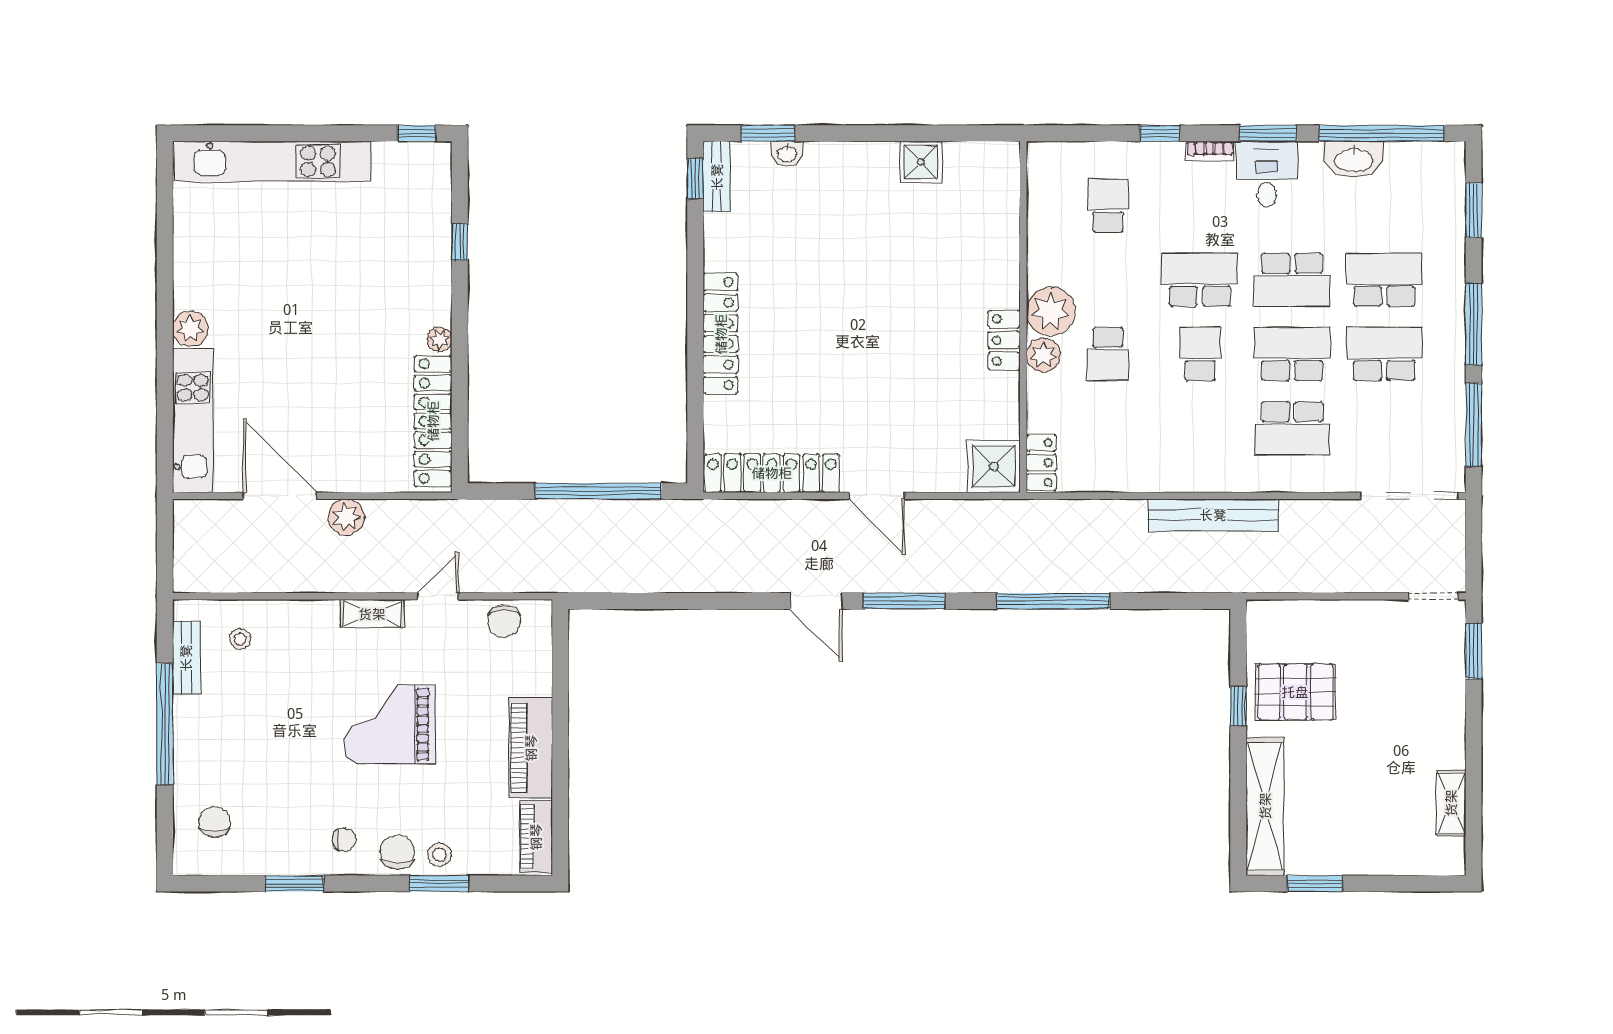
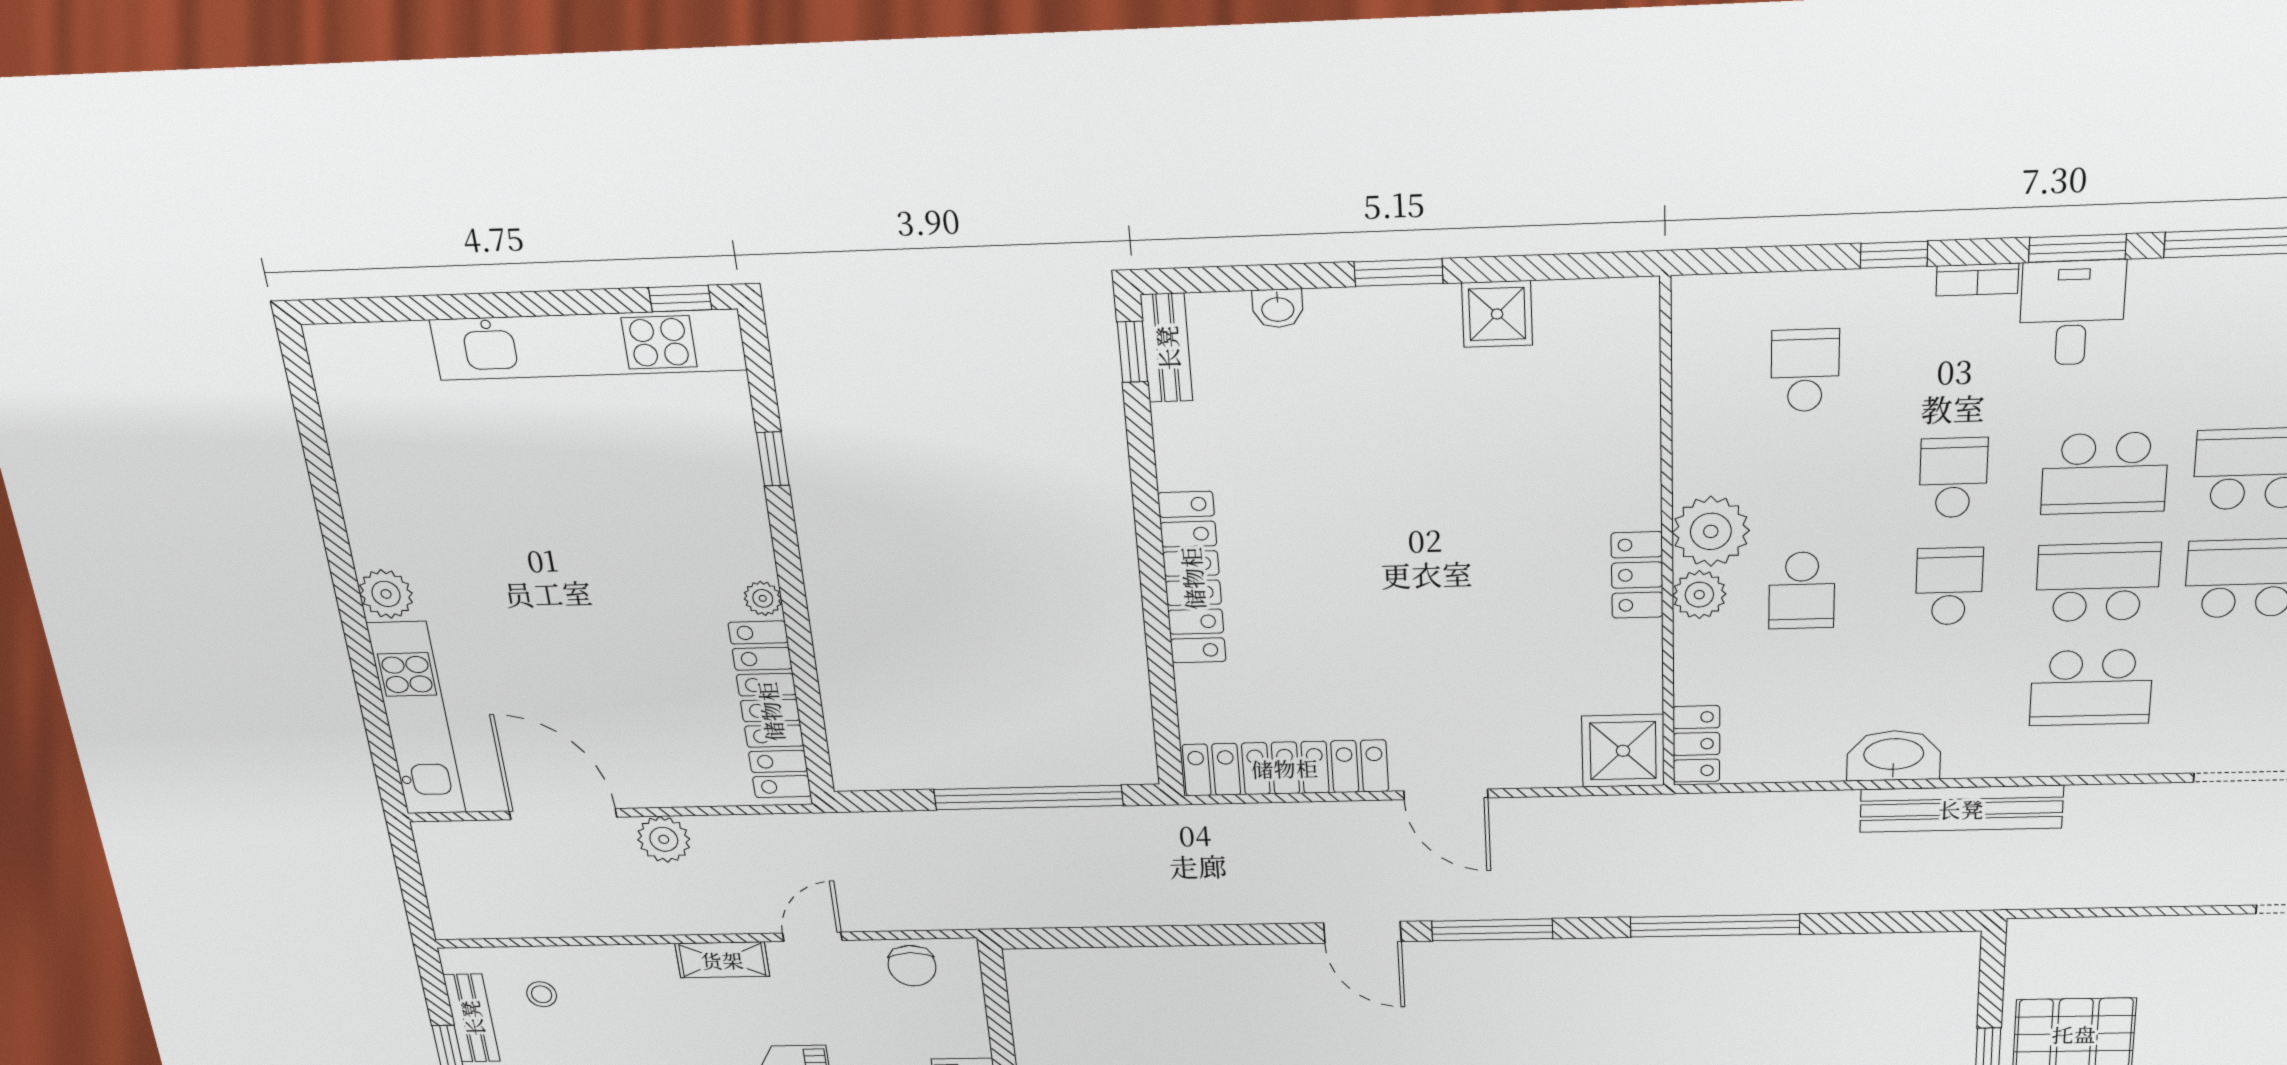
window: (768, 133) -> (1399, 273), moved
washbasin: (1354, 159) -> (1894, 756), moved, turned 180
kitchen unit: (273, 161) -> (588, 345), moved
school desk: (1200, 280) -> (1953, 478), width x0.54

